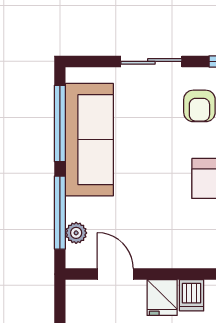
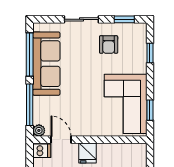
plant: (76, 233) -> (39, 130), moved
dishwasher: (192, 295) -> (42, 151), moved, turned -90

